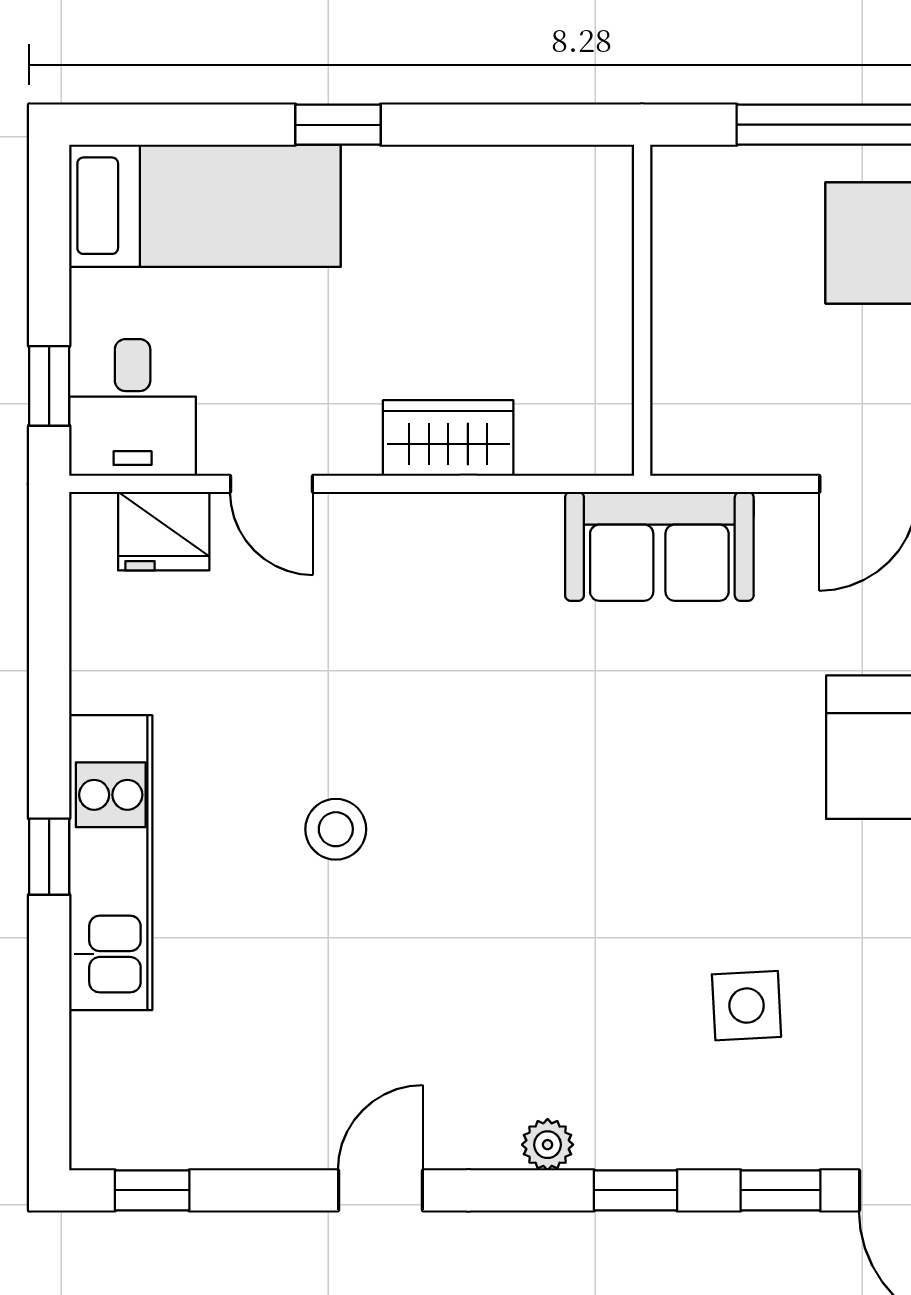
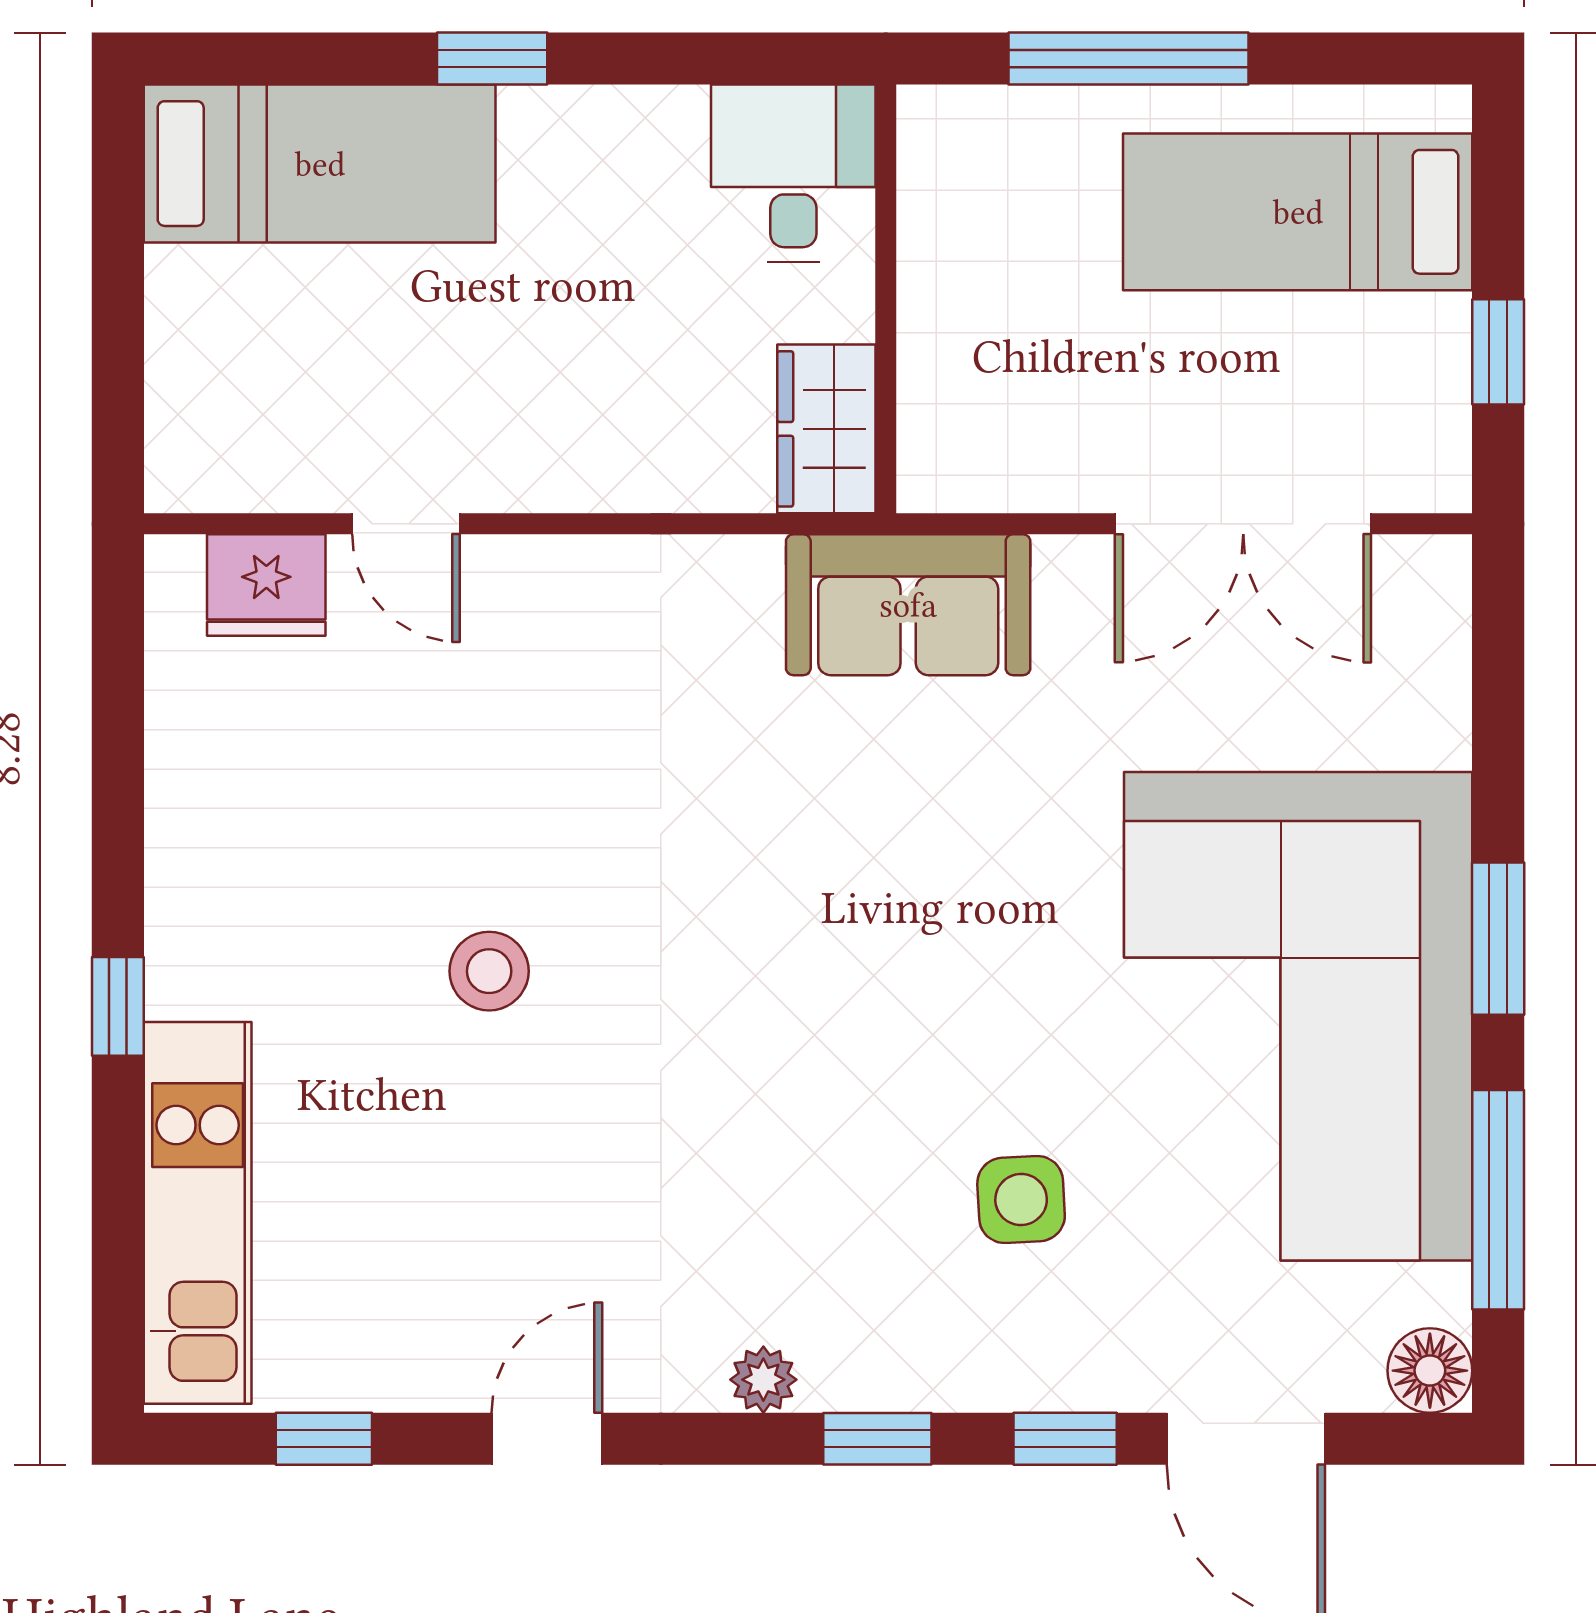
window: (49, 386) -> (118, 397), removed
desk: (133, 407) -> (793, 173), moved, turned 180
wardrobe: (448, 438) -> (826, 429), moved, turned -90
kitchen unit: (111, 863) -> (198, 1213), moved
window: (152, 1190) -> (324, 1439), moved

